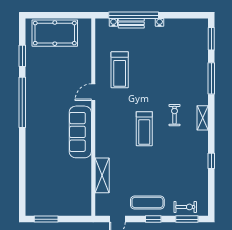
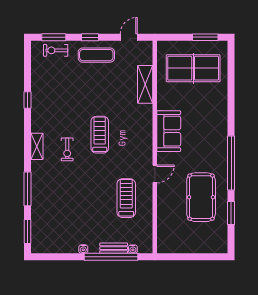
pool table: (55, 33) -> (201, 197), moved, turned 90
sofa: (80, 132) -> (169, 131), width x0.73
table tennis table: (58, 190) -> (193, 68), added

